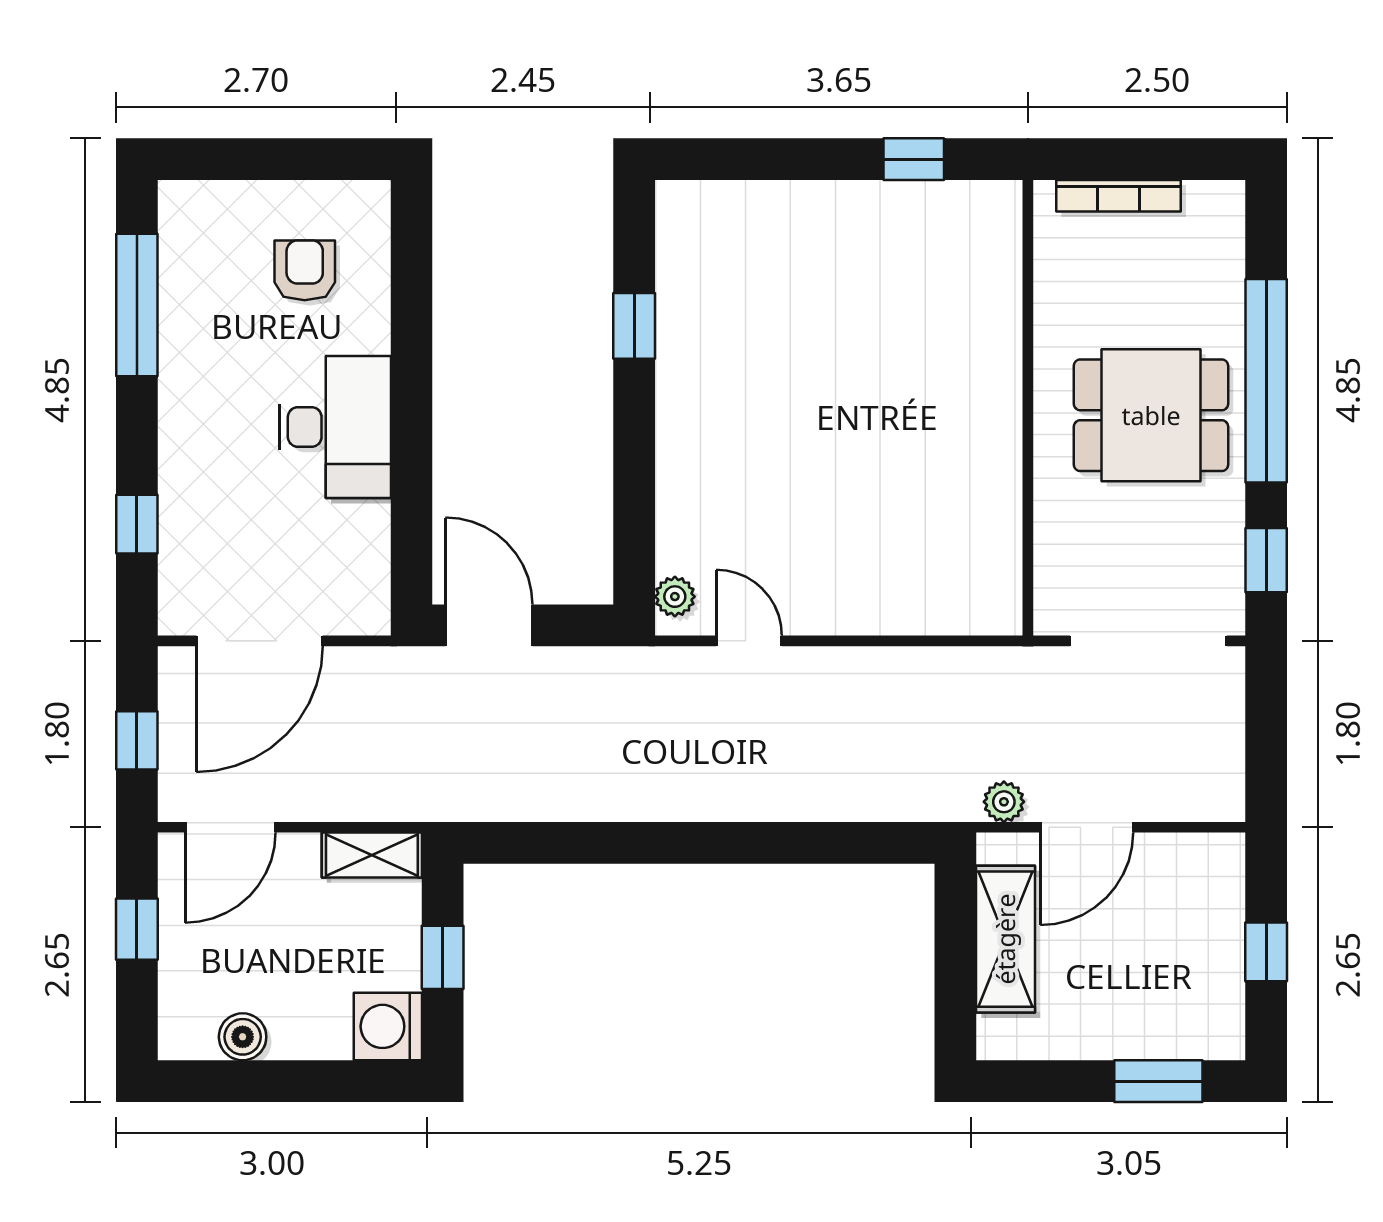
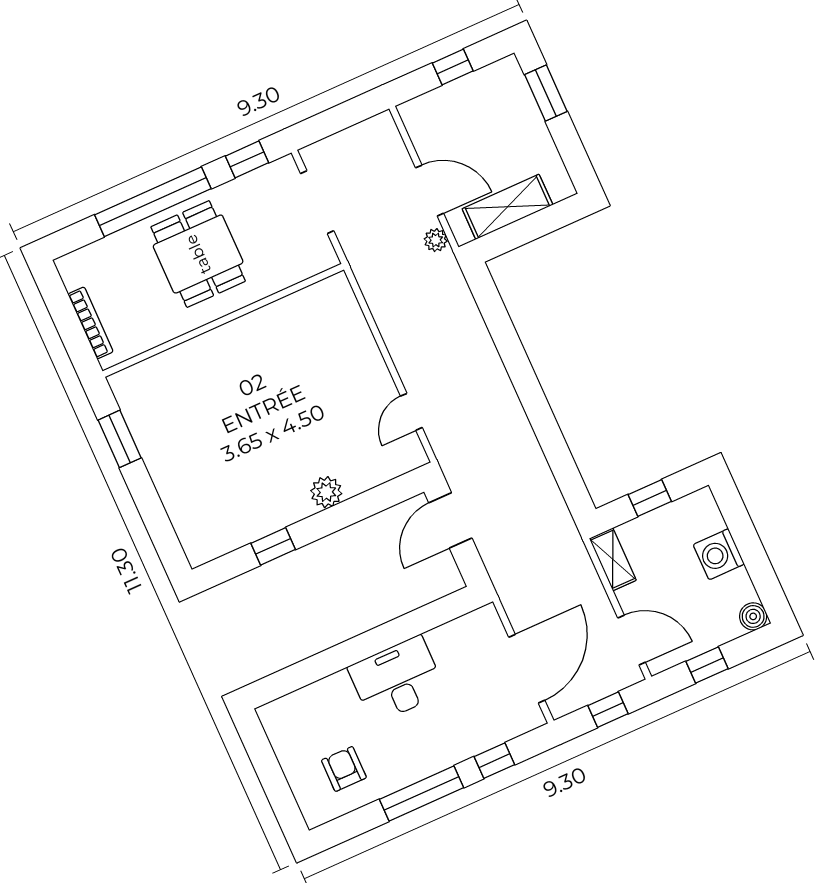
window: (914, 159) -> (120, 439), width x1.50
armchair: (305, 270) -> (344, 769), moved, turned 90
window: (137, 305) -> (422, 793), moved
plant: (675, 597) -> (326, 492), moved, width x1.38, depth x1.38
door: (489, 625) -> (450, 520), moved
door: (260, 641) -> (527, 669), hinge flipped
doorway: (1148, 641) -> (317, 202), width x0.73
washing machine: (388, 1026) -> (719, 554), moved, turned 90
boiler: (243, 1037) -> (753, 616), moved

